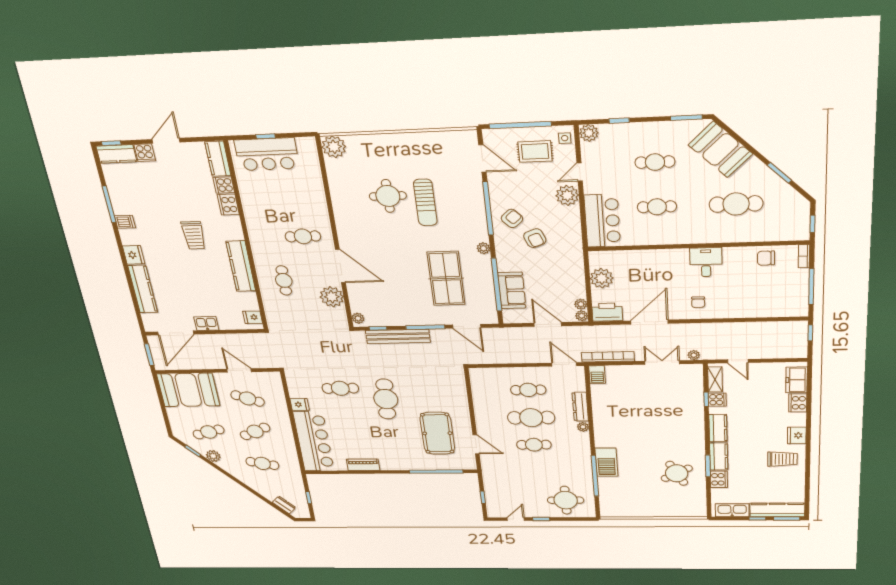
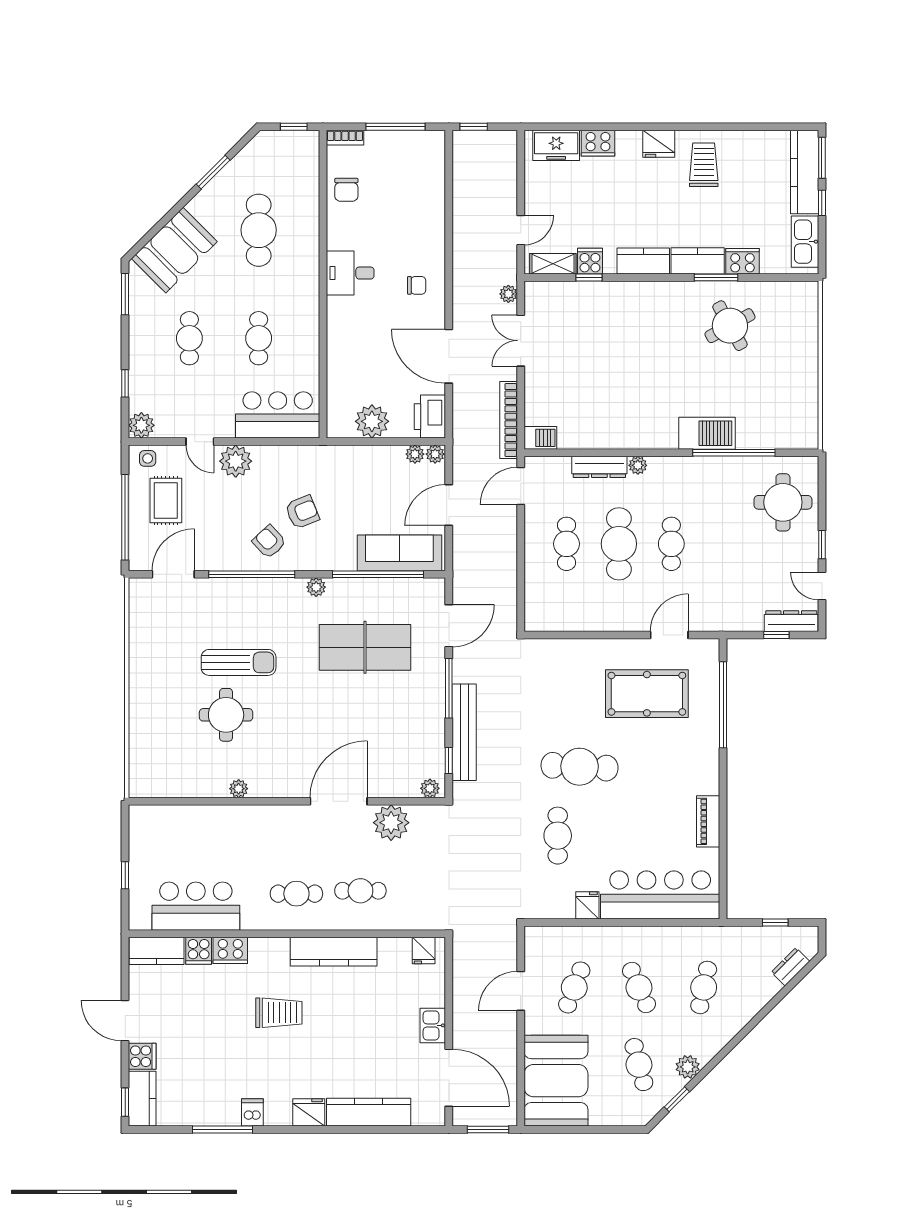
plant: (334, 147) -> (239, 789), moved, width x0.53, depth x0.53
bar counter: (267, 154) -> (196, 906), moved, turned -90
cafe table: (303, 236) -> (296, 894), moved, turned 90
sofa: (512, 290) -> (399, 553), width x1.36
dresser: (492, 504) -> (791, 621), added

